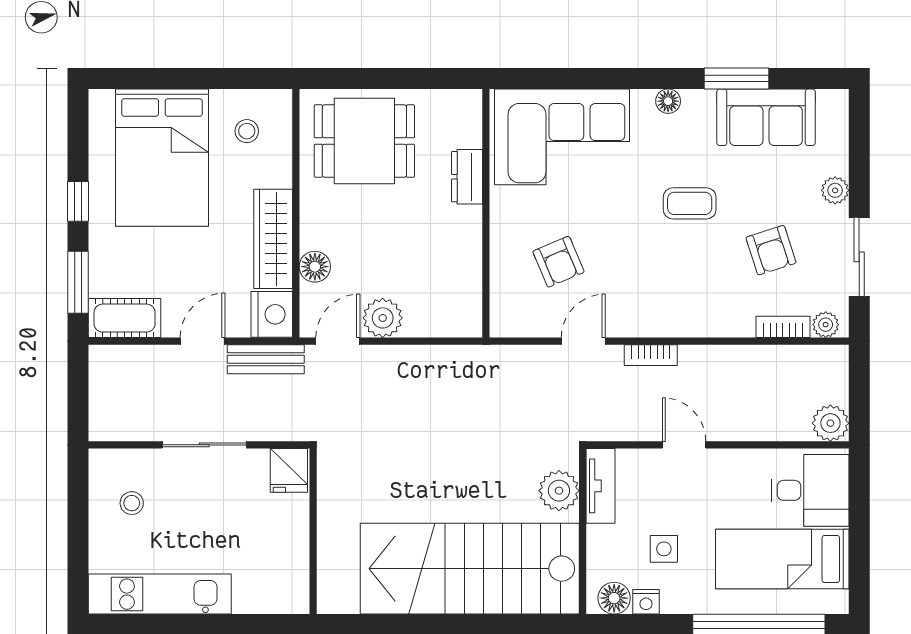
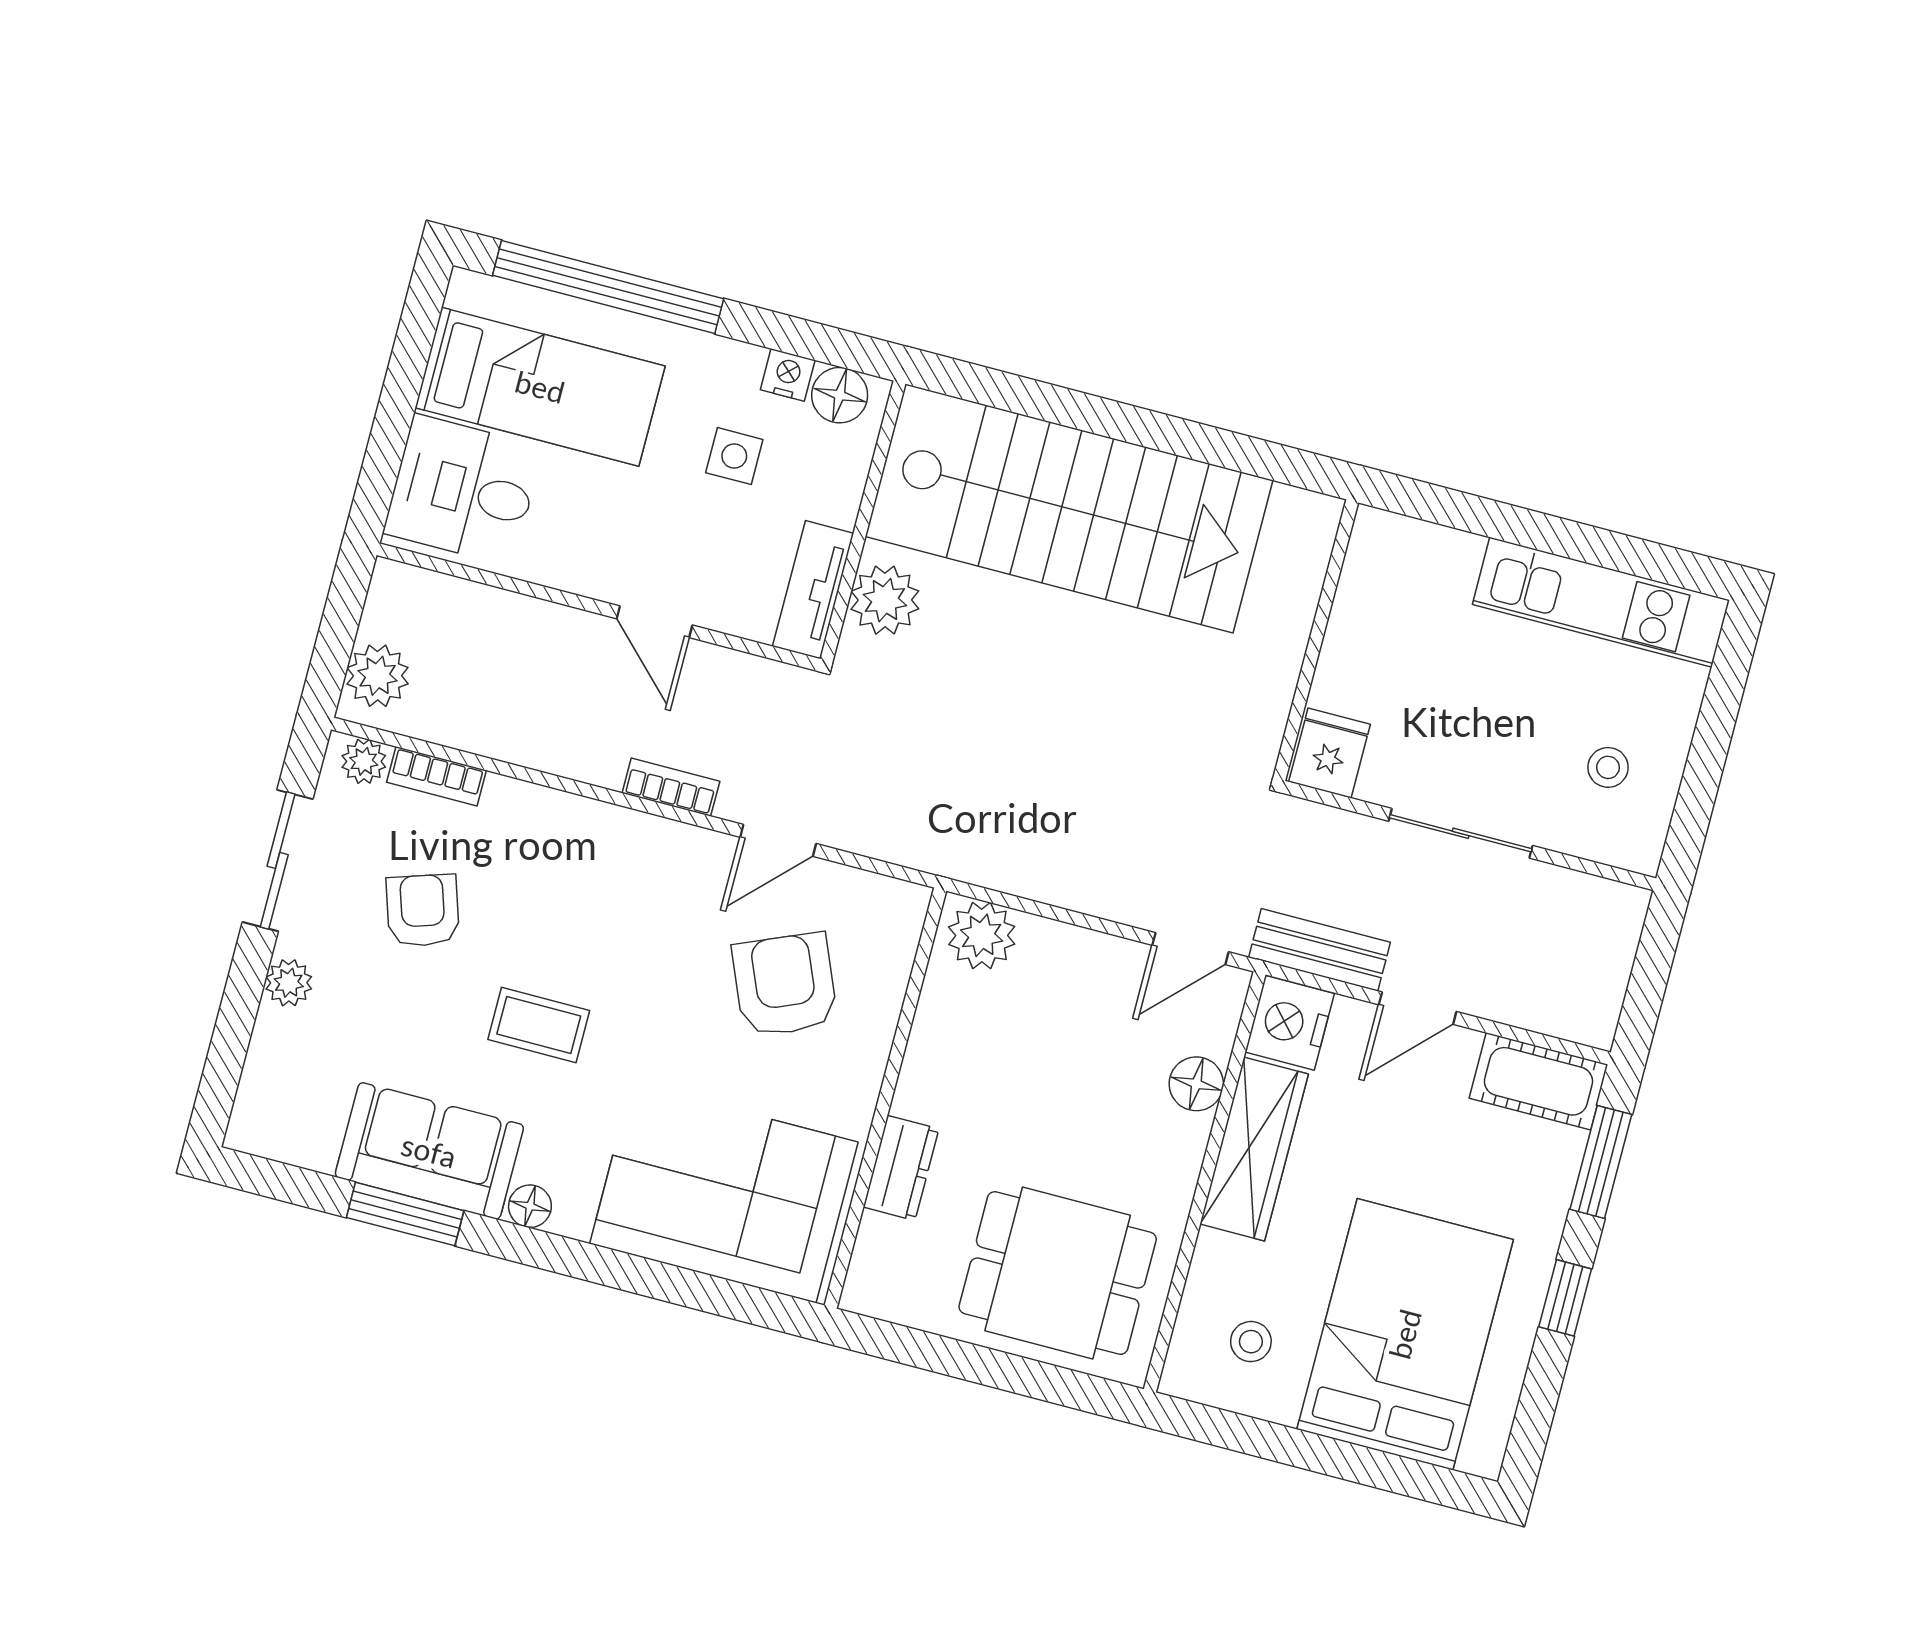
sofa: (766, 117) -> (429, 1151), moved
armchair: (558, 262) -> (785, 985), width x1.38, depth x1.38
plant: (383, 318) -> (982, 935), moved
plant: (830, 423) -> (378, 676), moved

